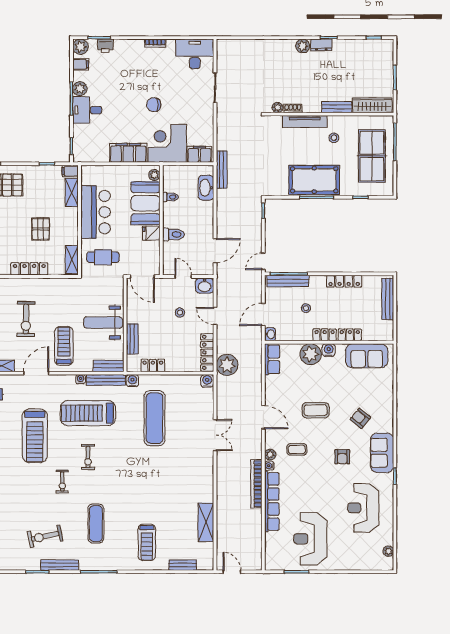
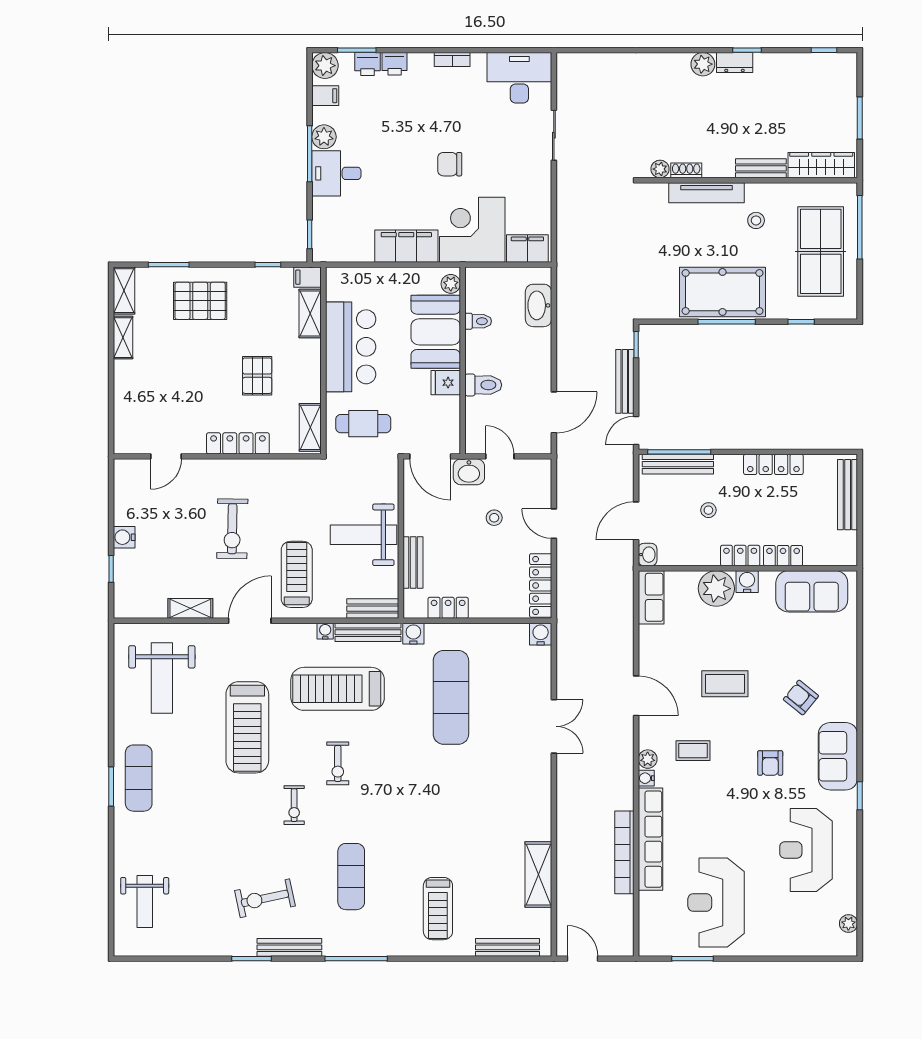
printer: (121, 46) -> (395, 64), added
bench: (222, 170) -> (625, 381), moved
washbasin: (205, 286) -> (469, 472), moved
plant: (227, 365) -> (574, 607), removed
bookcase: (256, 484) -> (624, 852), moved
bench: (183, 565) -> (507, 947), width x1.36

